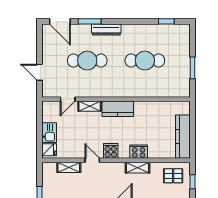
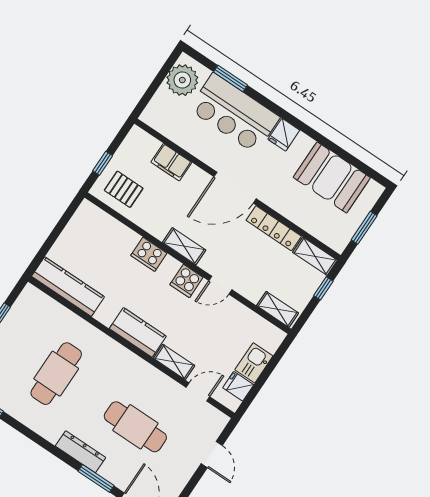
cafe table: (145, 61) -> (56, 374), turned 90
kitchen counter: (183, 137) -> (68, 287), moved, turned -90
fridge: (49, 150) -> (238, 386), moved
door: (92, 160) -> (220, 285), hinge flipped
shelving: (69, 167) -> (278, 309), moved
shelving: (137, 168) -> (184, 246), moved

